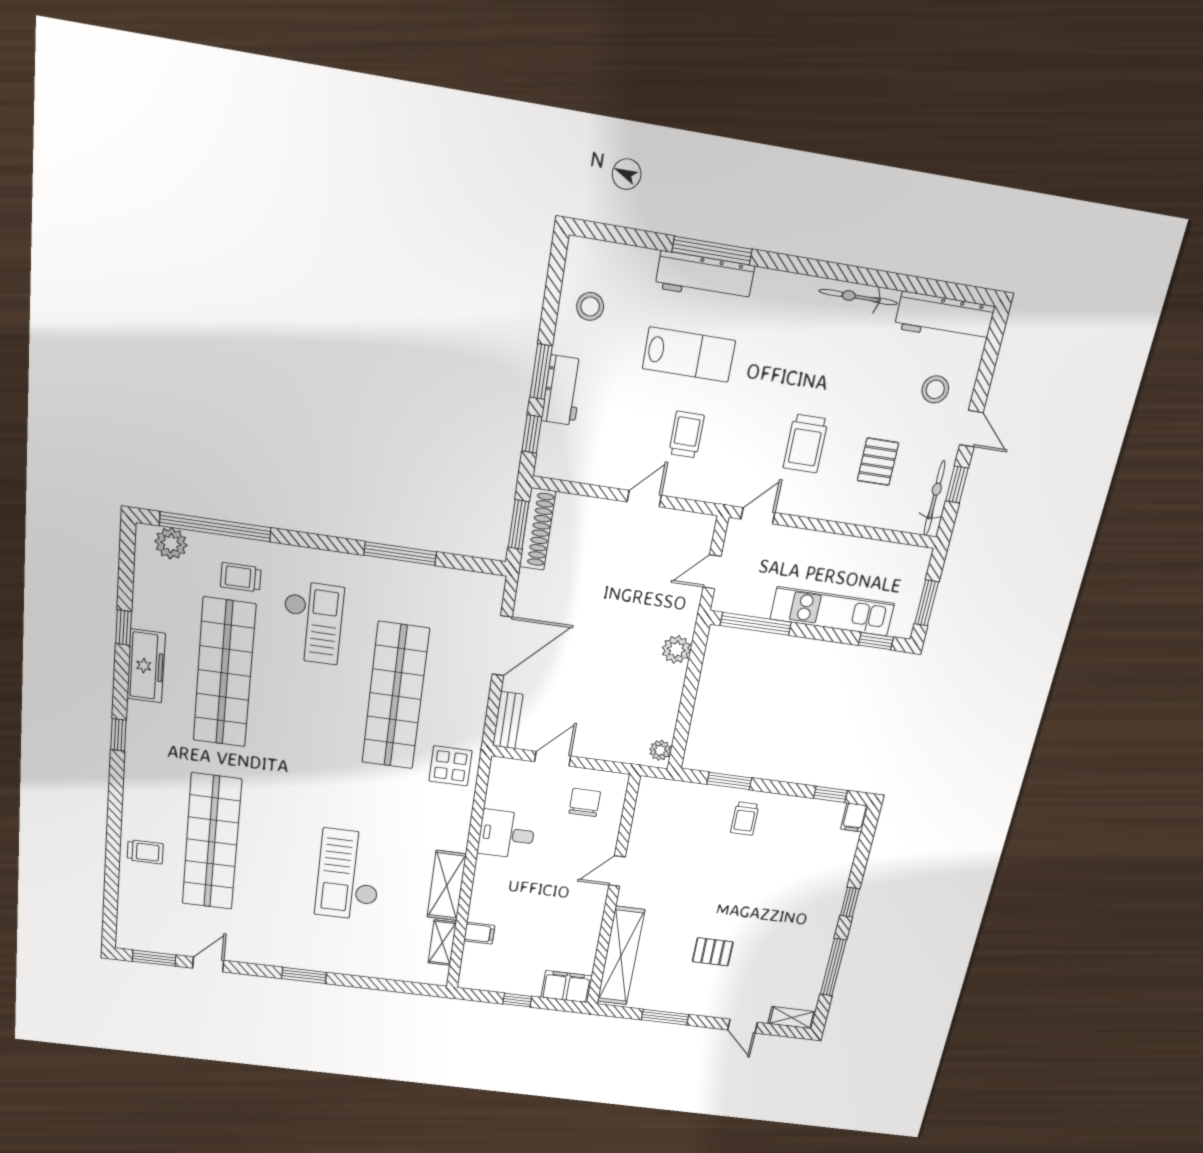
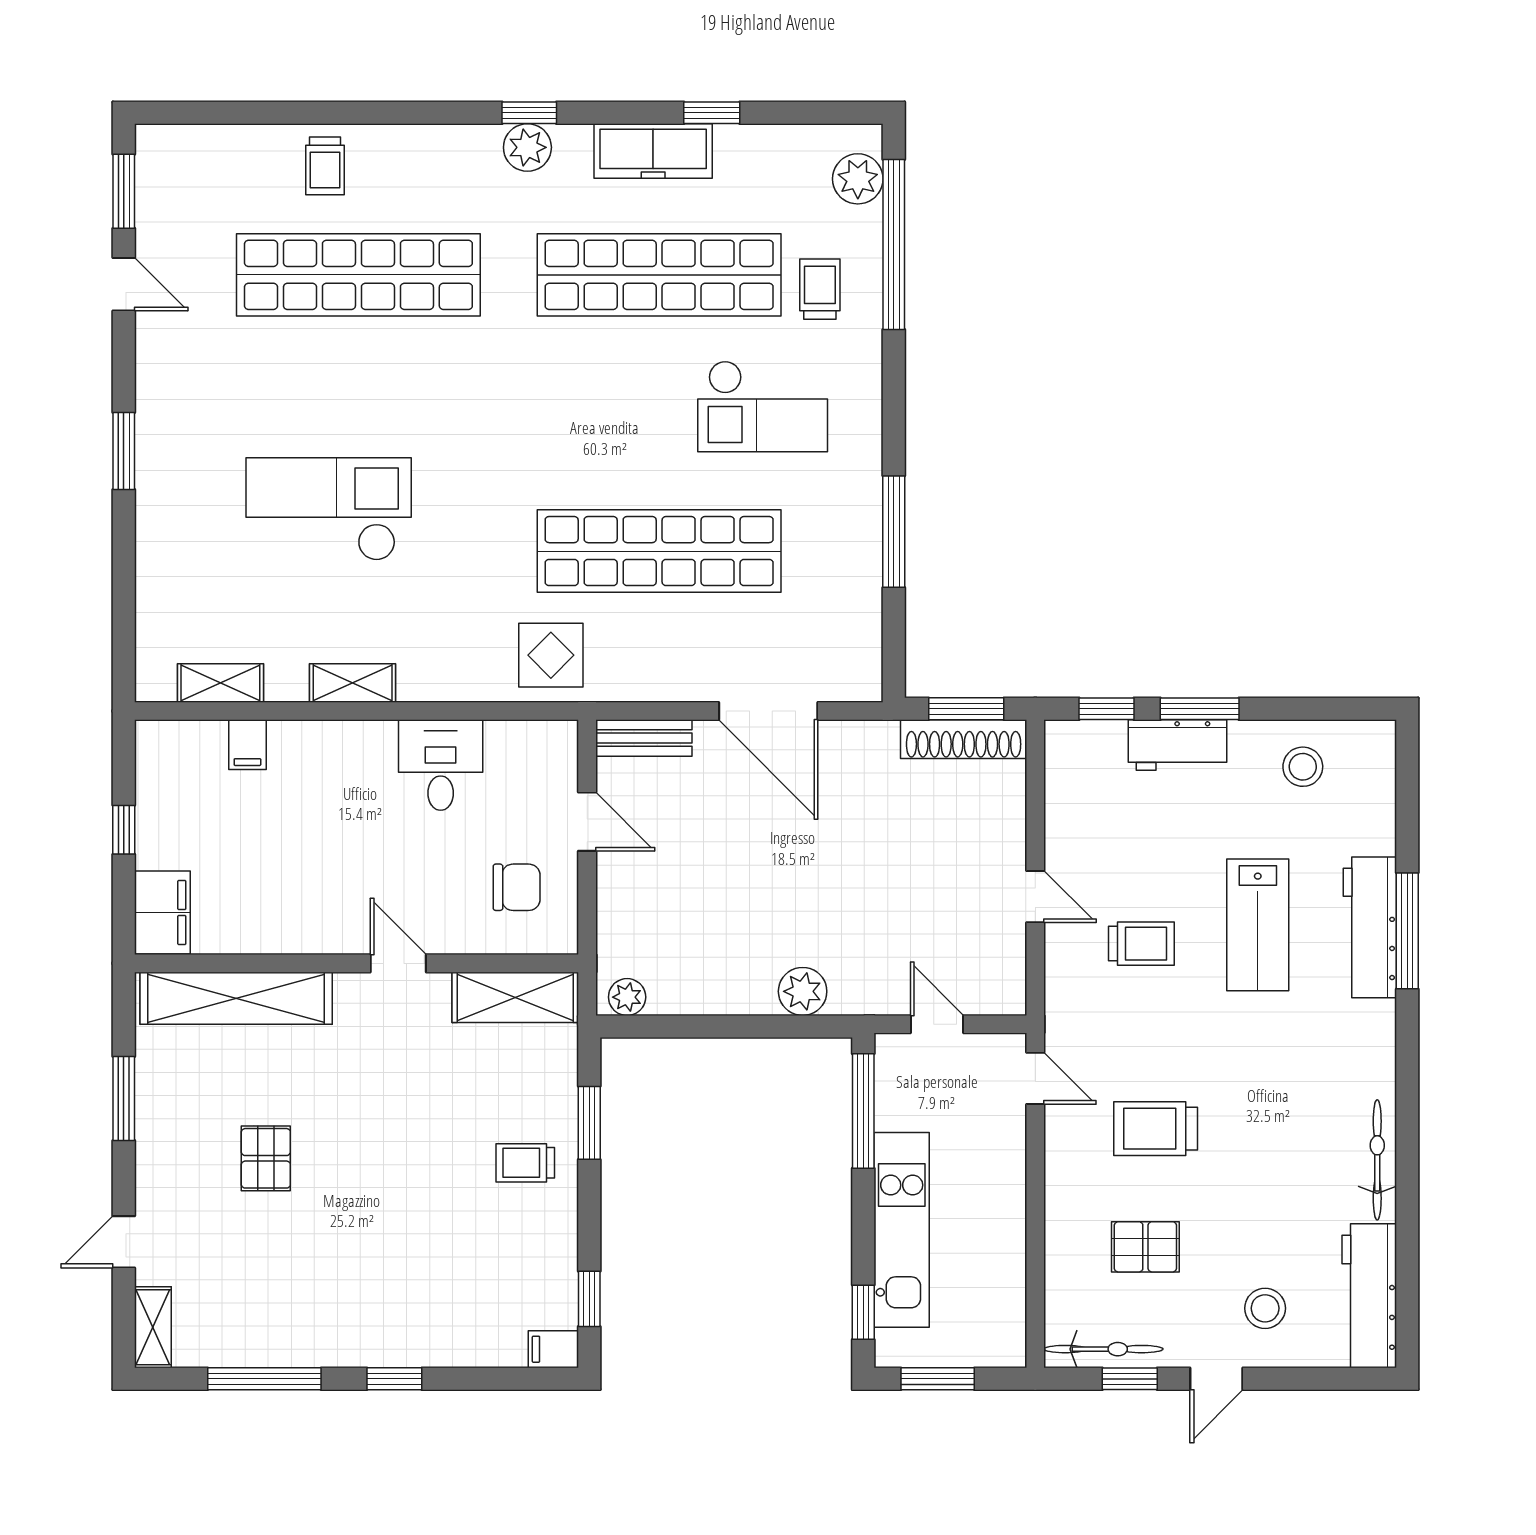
plant: (140, 739) -> (527, 147), added
shelving: (648, 812) -> (515, 997), added
shelving: (447, 886) -> (353, 683), width x0.67, depth x0.75

